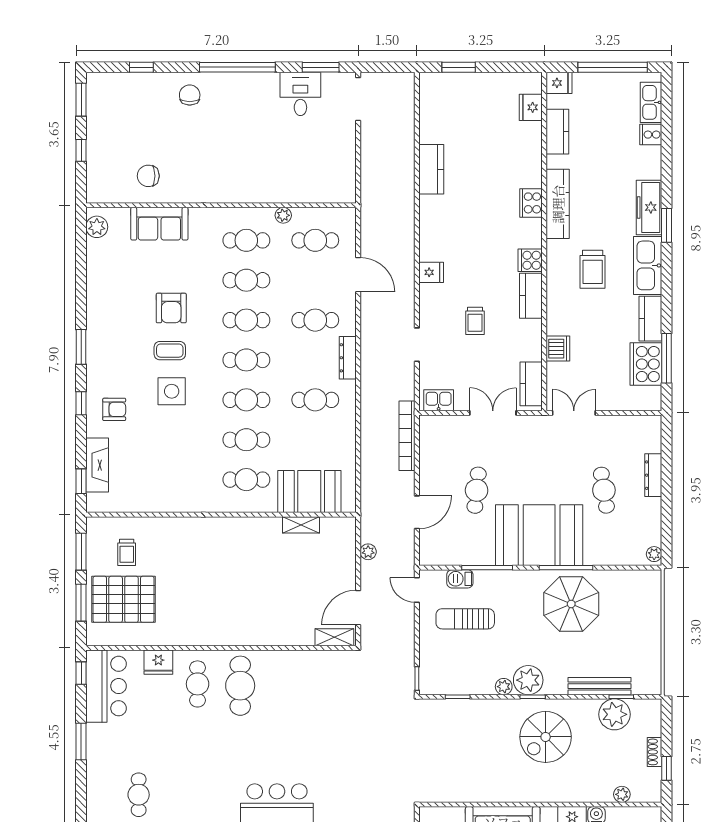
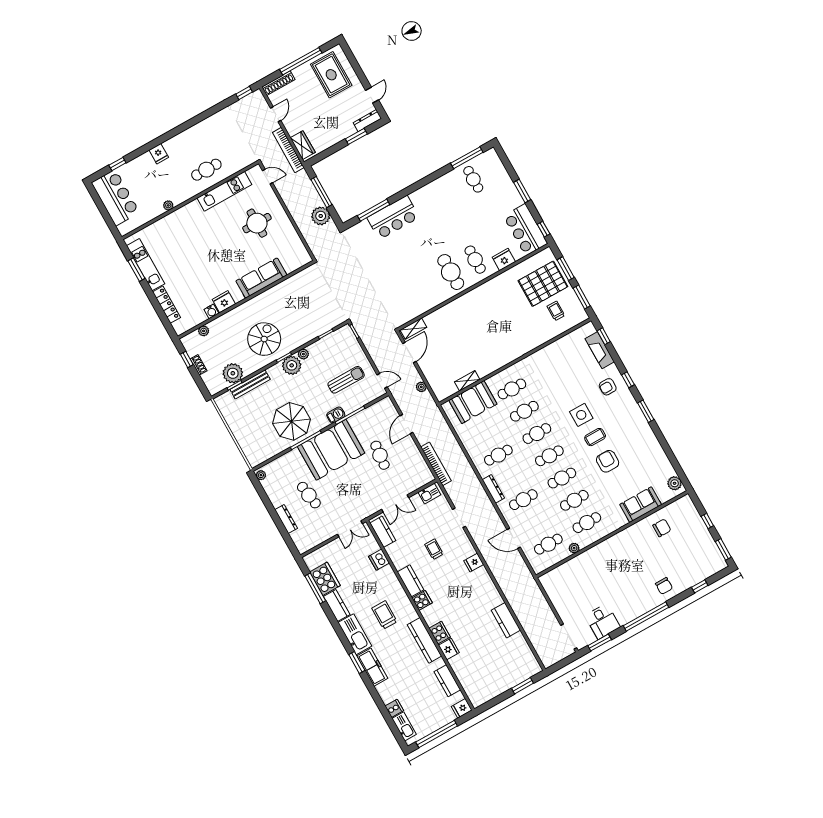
fridge: (531, 107) -> (449, 649), moved
barbecue: (460, 579) -> (336, 415), moved

